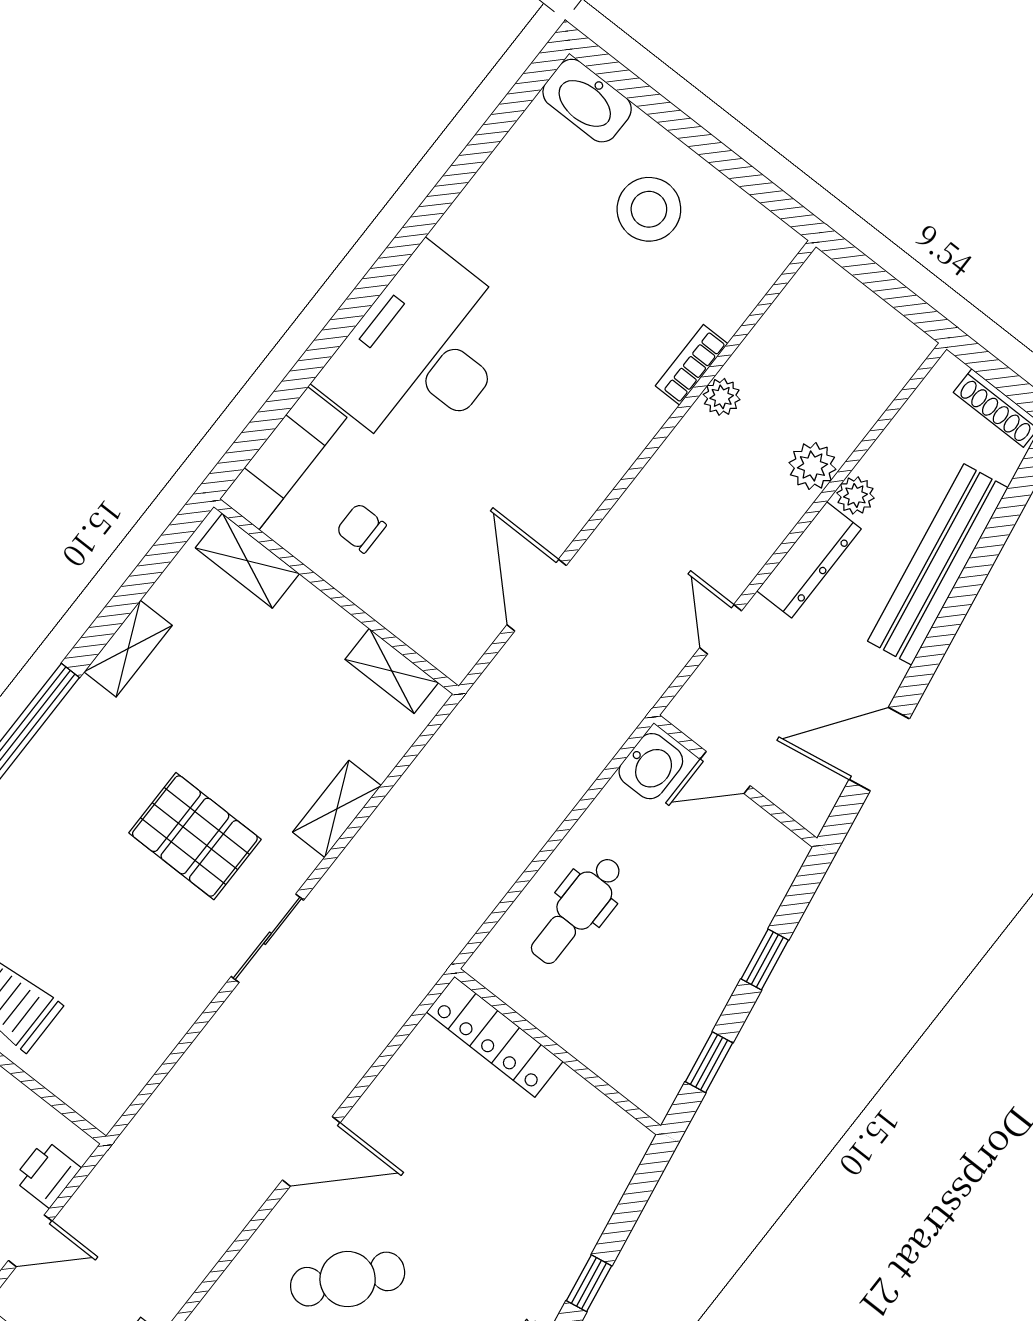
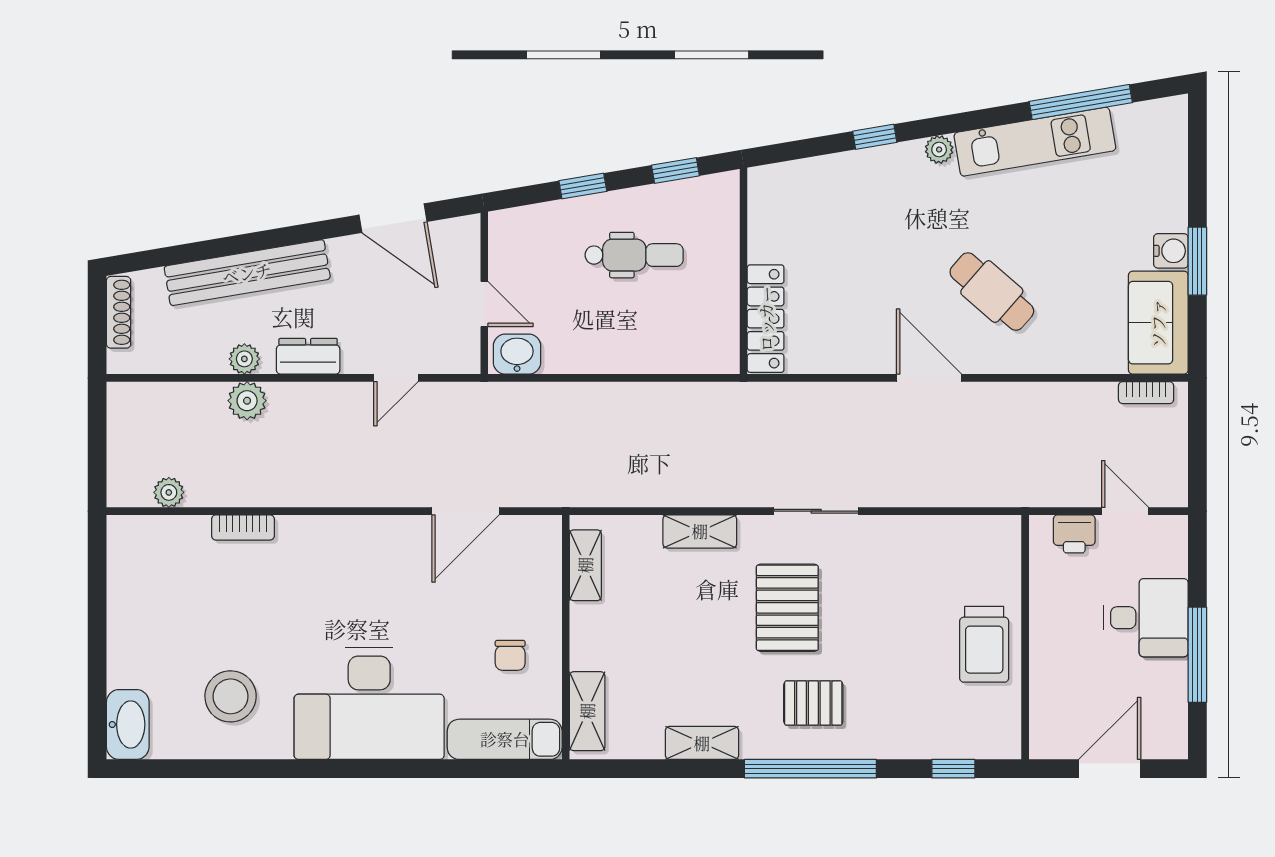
stool: (649, 209) -> (231, 696), moved
plant: (722, 397) -> (169, 492), moved
dresser: (809, 560) -> (308, 356), width x0.70
pallet: (82, 788) -> (813, 703), added
dental chair: (577, 910) -> (634, 255), moved

